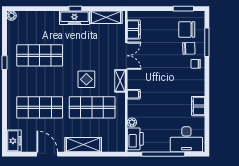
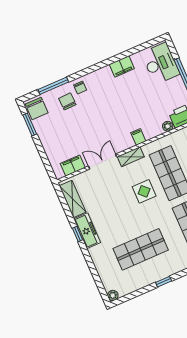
chair: (187, 29) -> (37, 108), moved
shop shelf: (40, 55) -> (141, 249), turned 90

